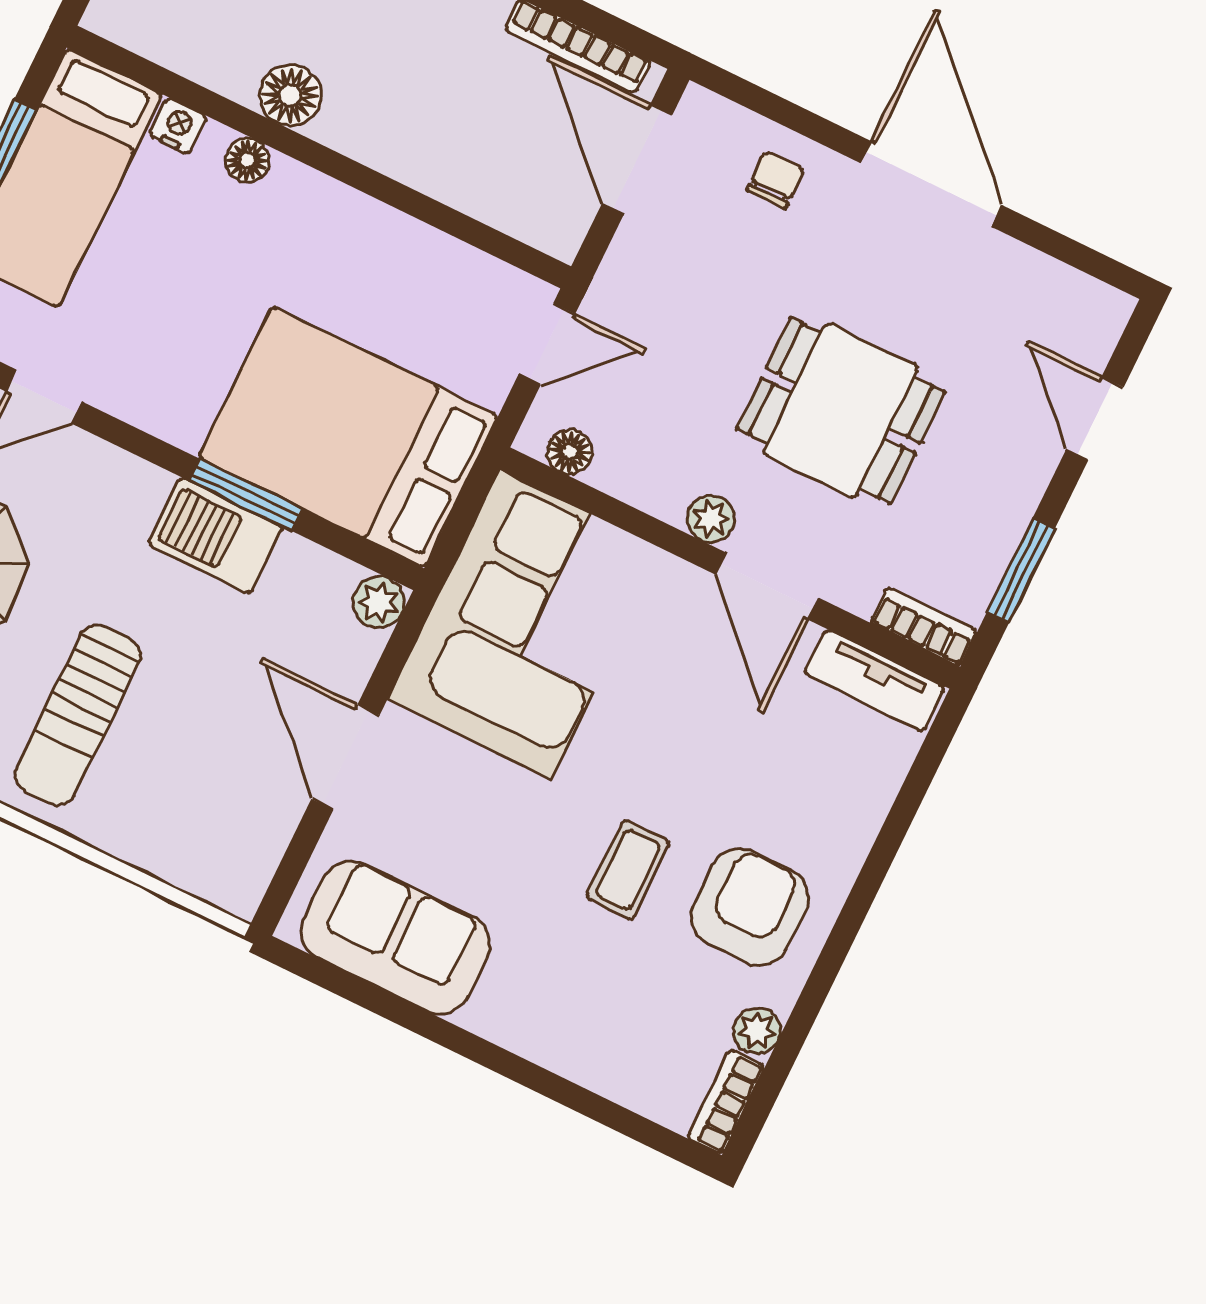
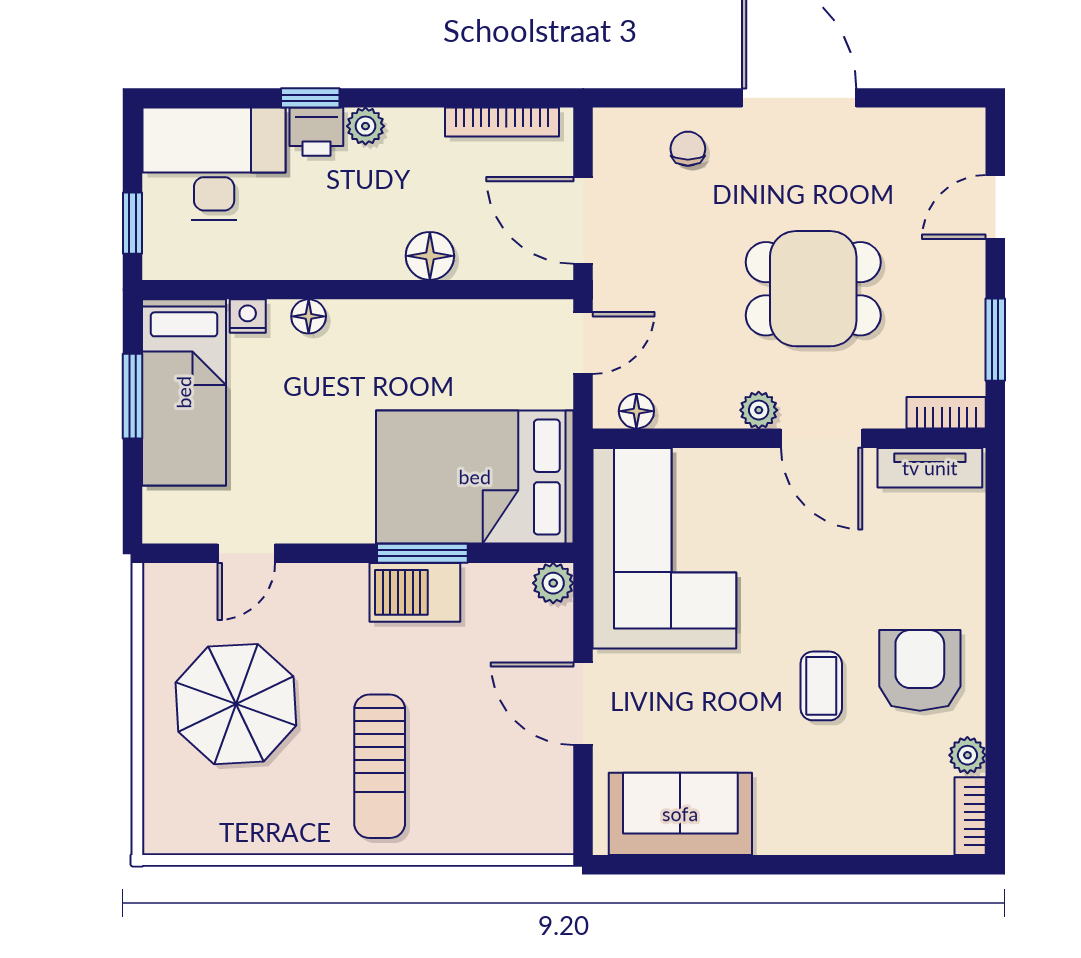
floor lamp: (290, 95) -> (430, 256), moved
door: (637, 159) -> (583, 220), moved
door: (1095, 419) -> (995, 207), hinge flipped

